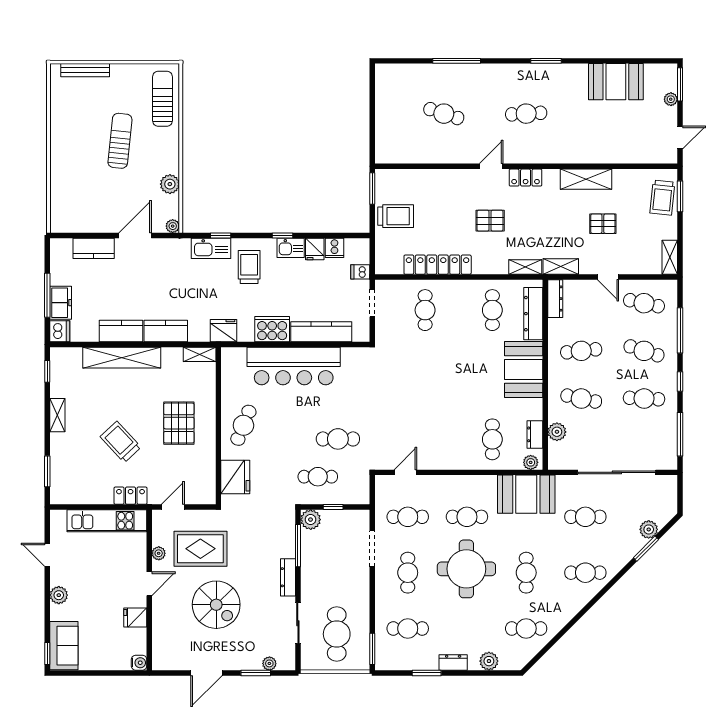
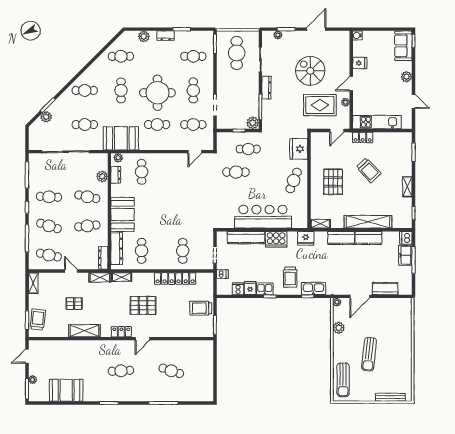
pallet: (490, 221) -> (143, 305), width x1.50, depth x1.42

